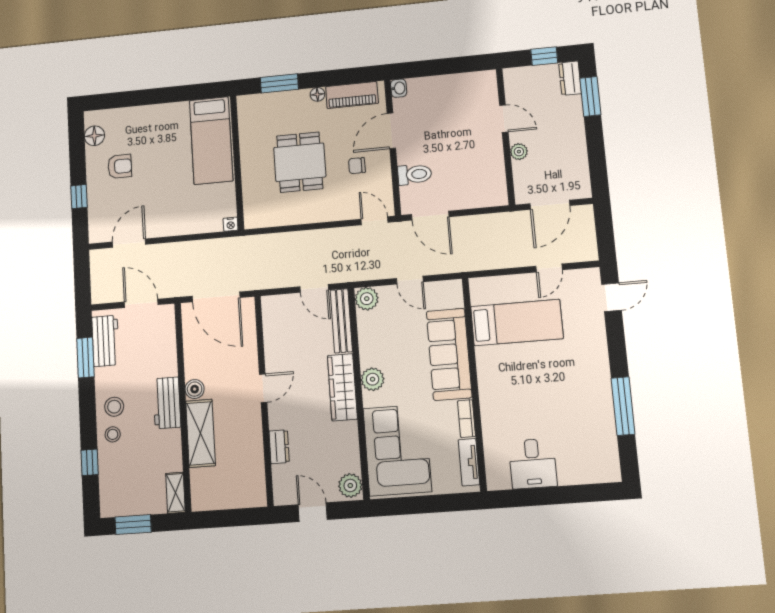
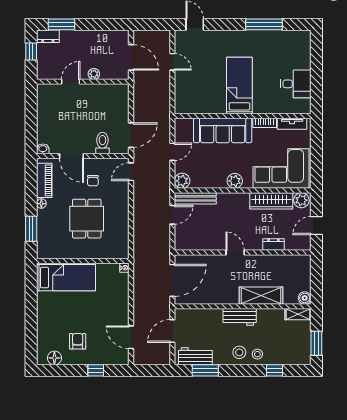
dining table: (300, 162) -> (87, 219), turned 90
bed: (517, 323) -> (239, 86), moved
wardrobe: (342, 387) -> (271, 201), moved
boiler: (195, 389) -> (305, 298), moved

